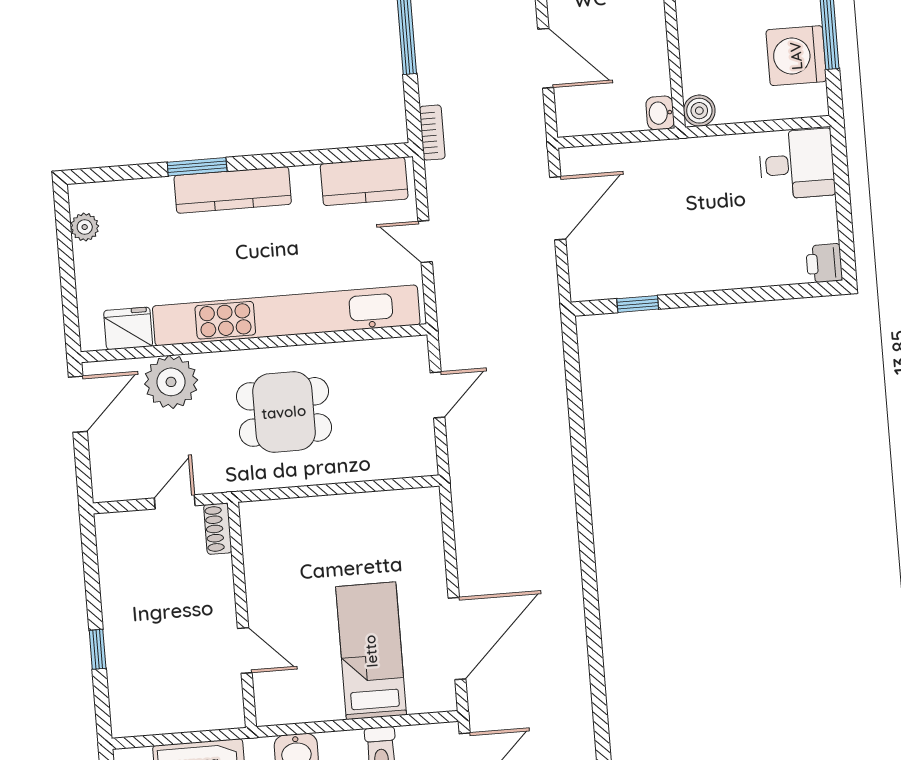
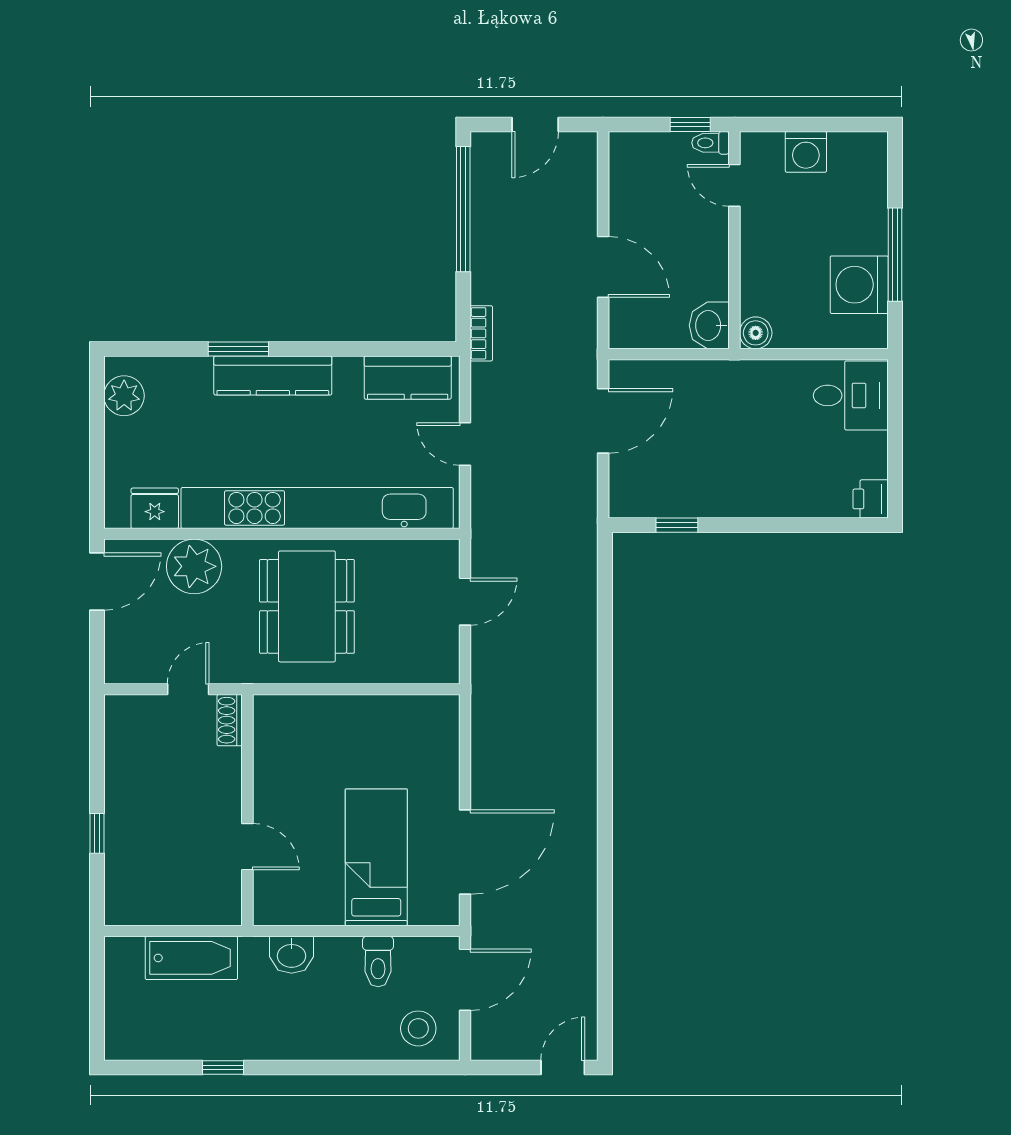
washbasin: (660, 113) -> (709, 325), width x1.38, depth x1.45
plant: (85, 227) -> (124, 396), width x1.38, depth x1.38
dining table: (284, 412) -> (307, 606), width x1.38

